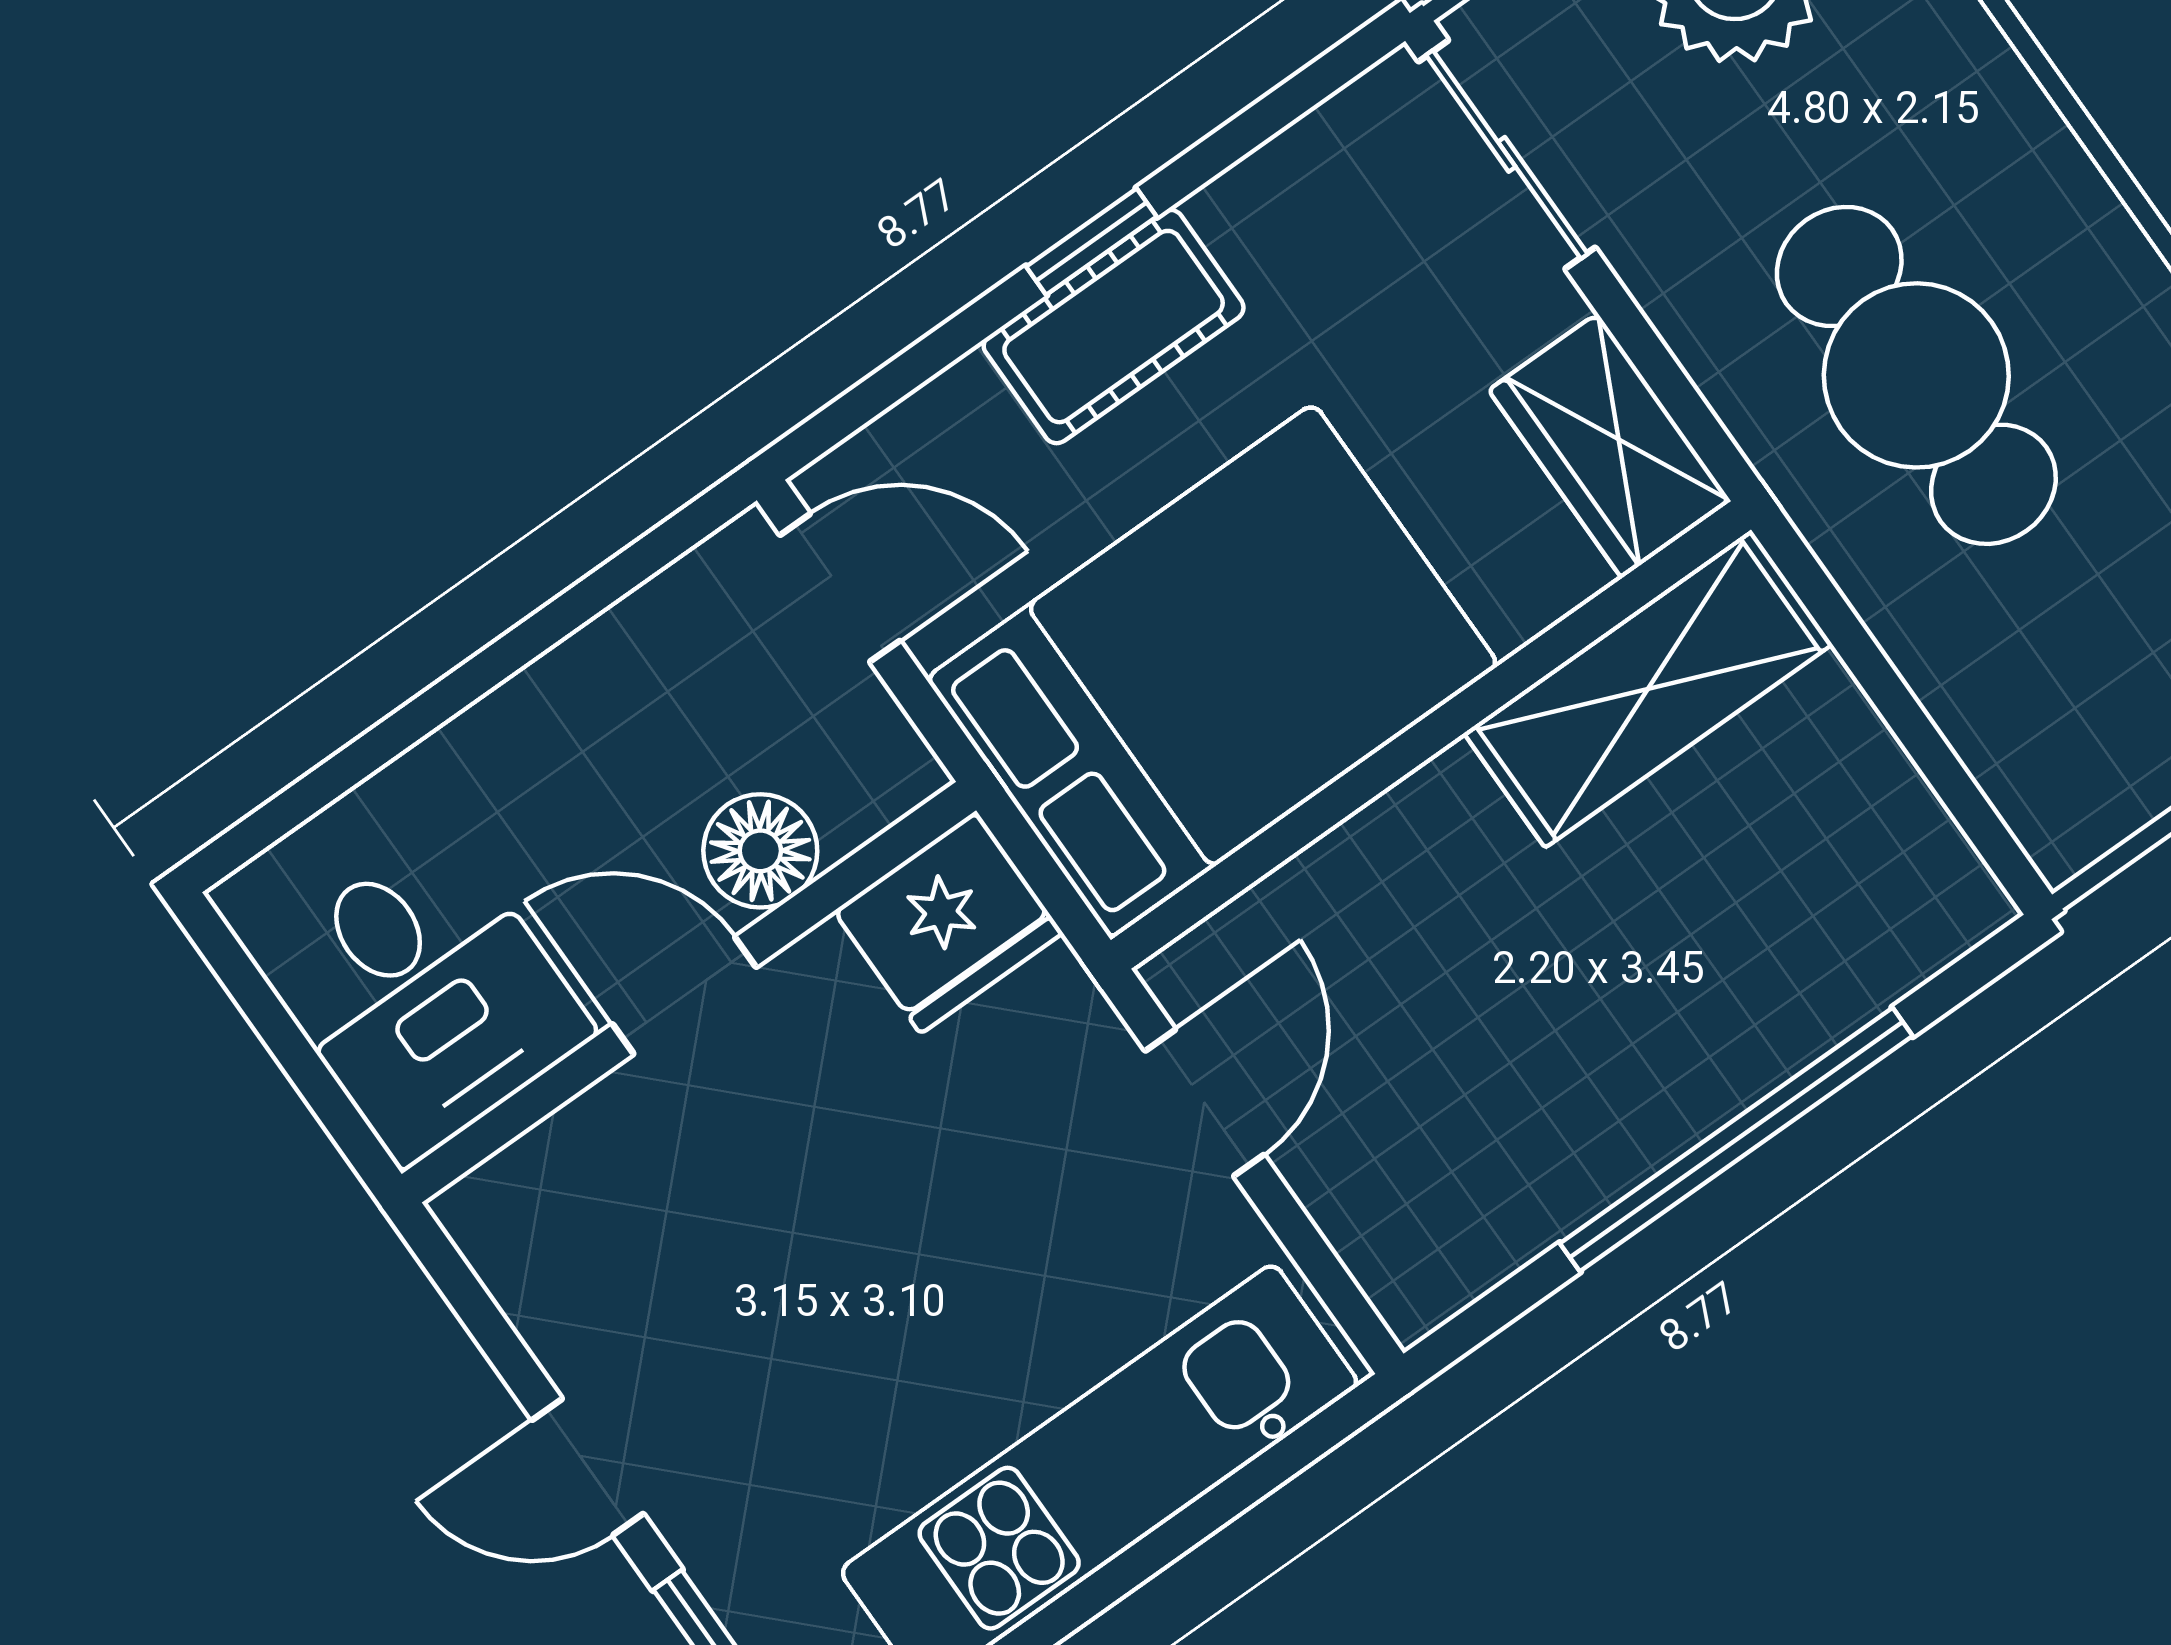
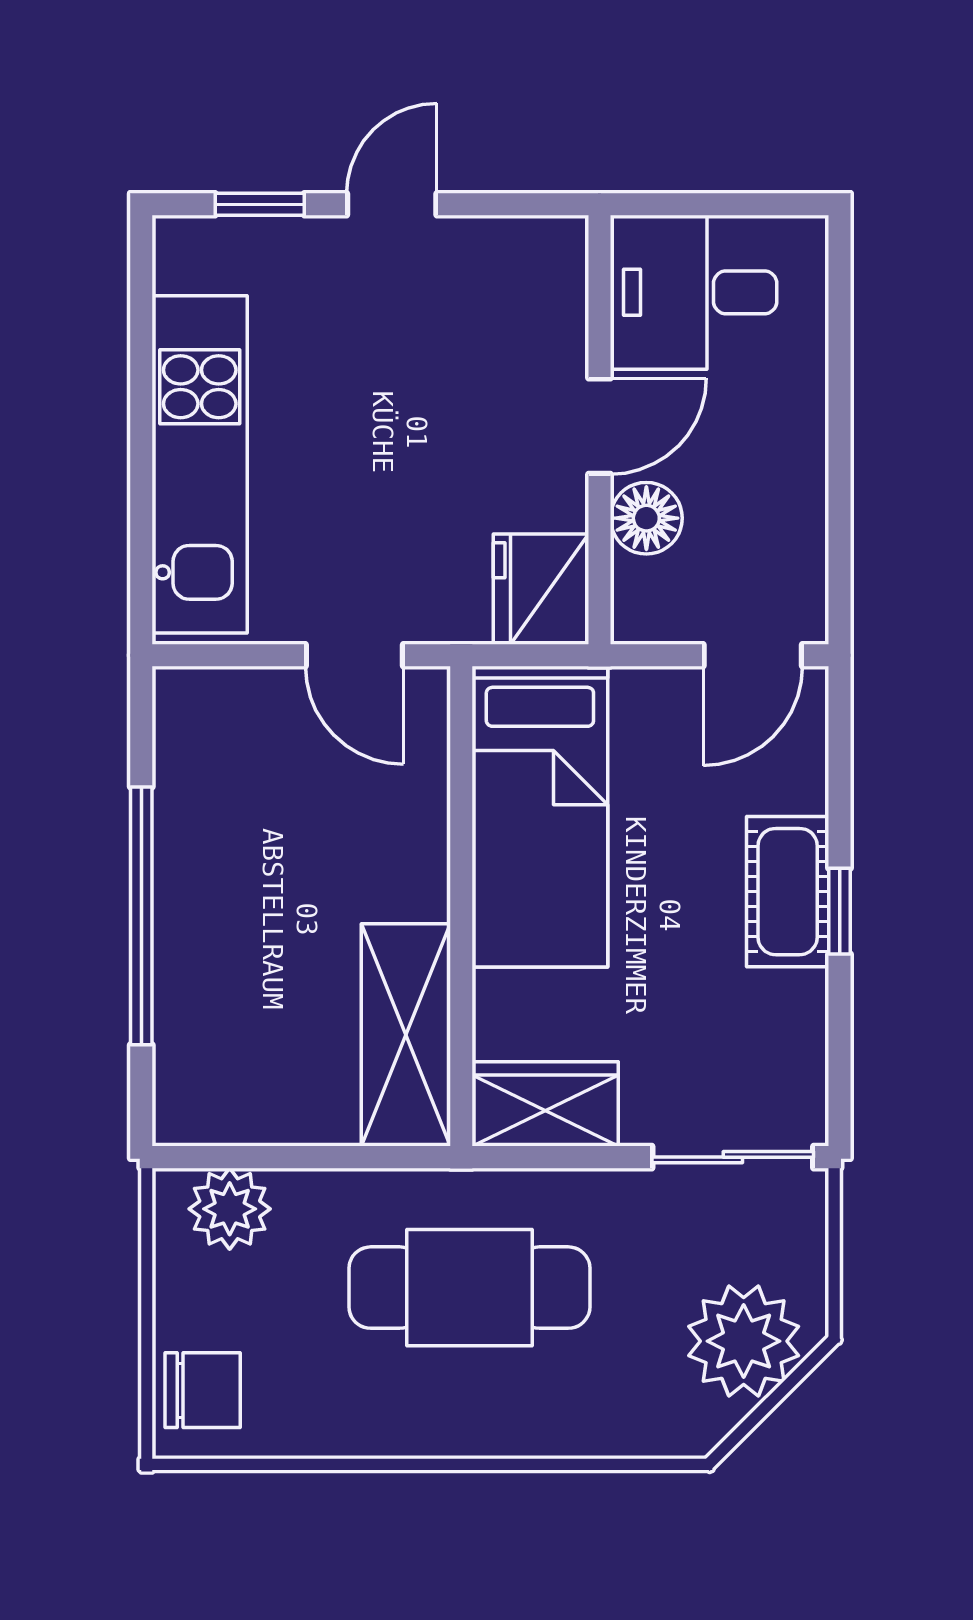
bed: (1212, 671) -> (540, 817), width x0.67
plant: (2034, 757) -> (230, 1209), added

